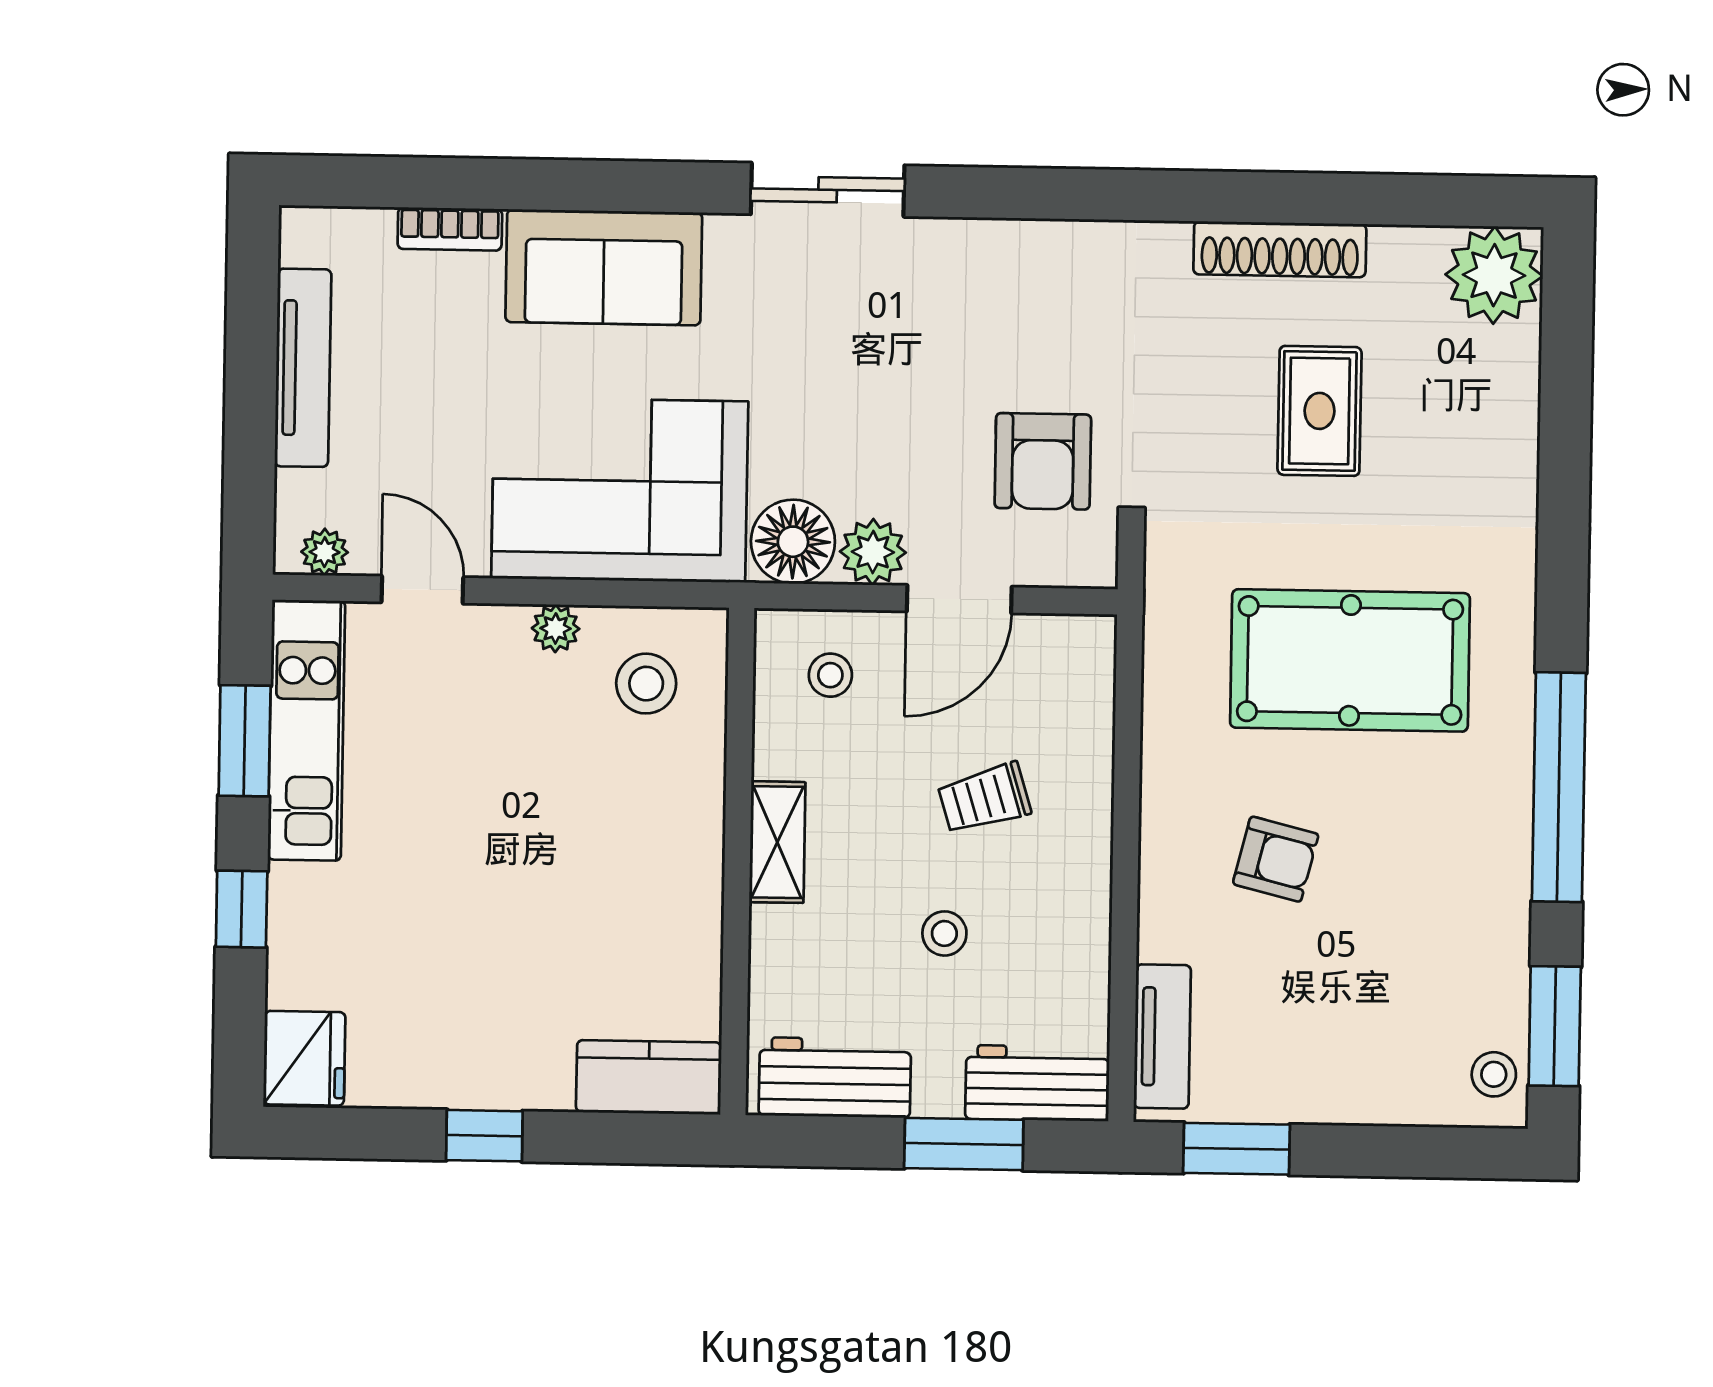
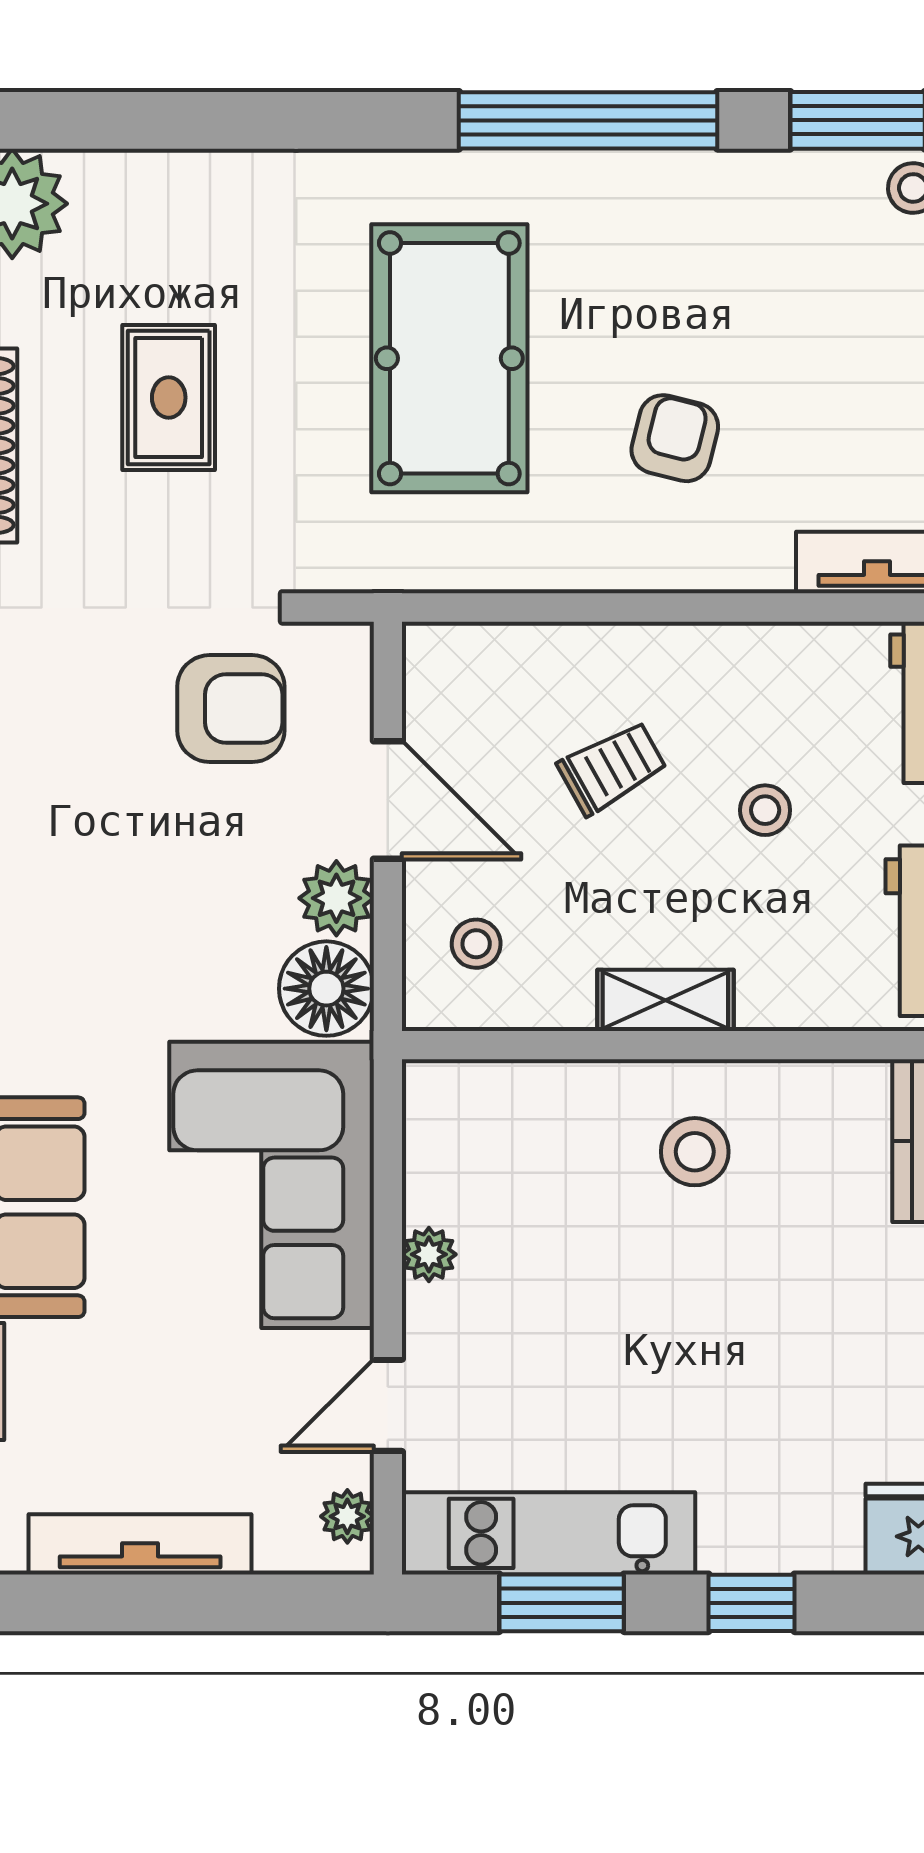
rug: (1319, 411) -> (169, 398), turned 90
stool: (646, 684) -> (695, 1152), moved
trolley: (984, 798) -> (612, 768), turned -102

